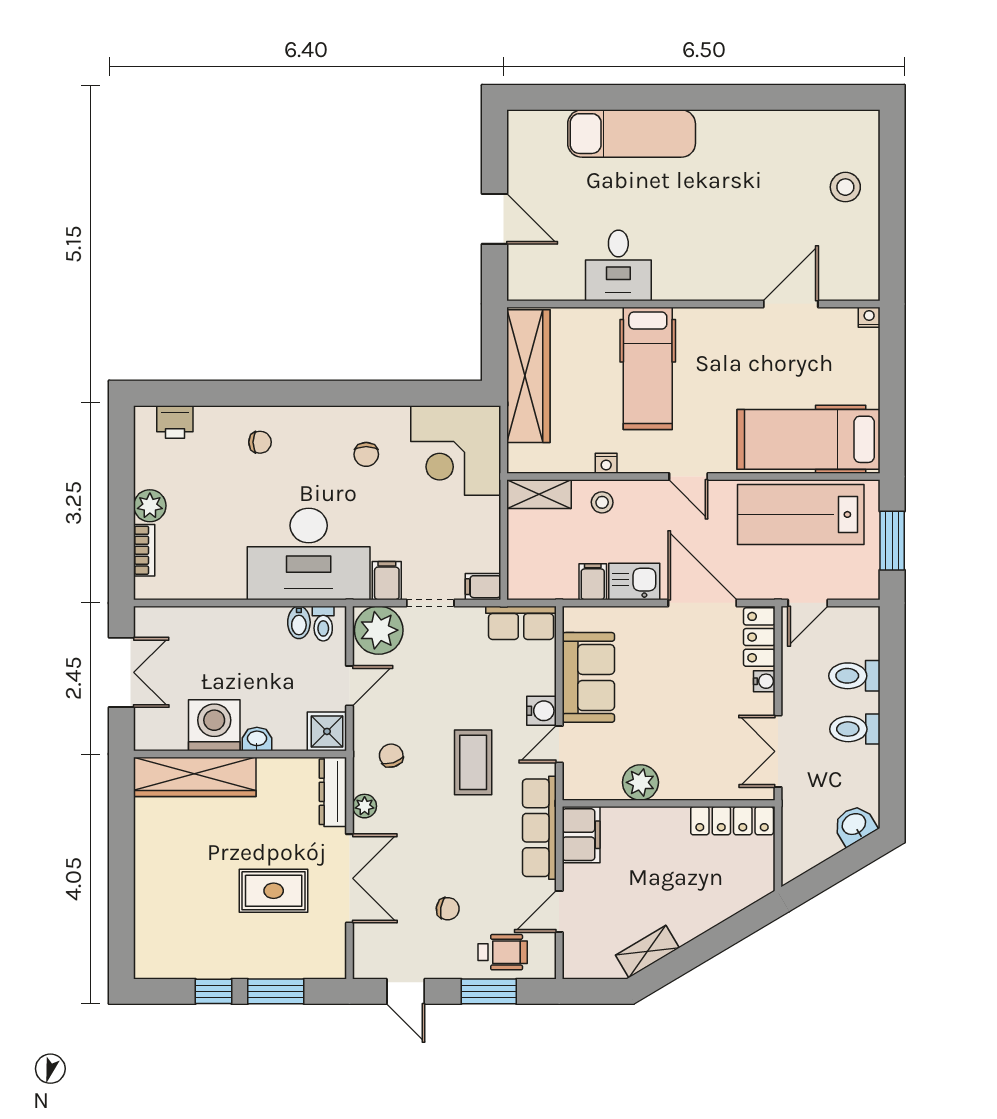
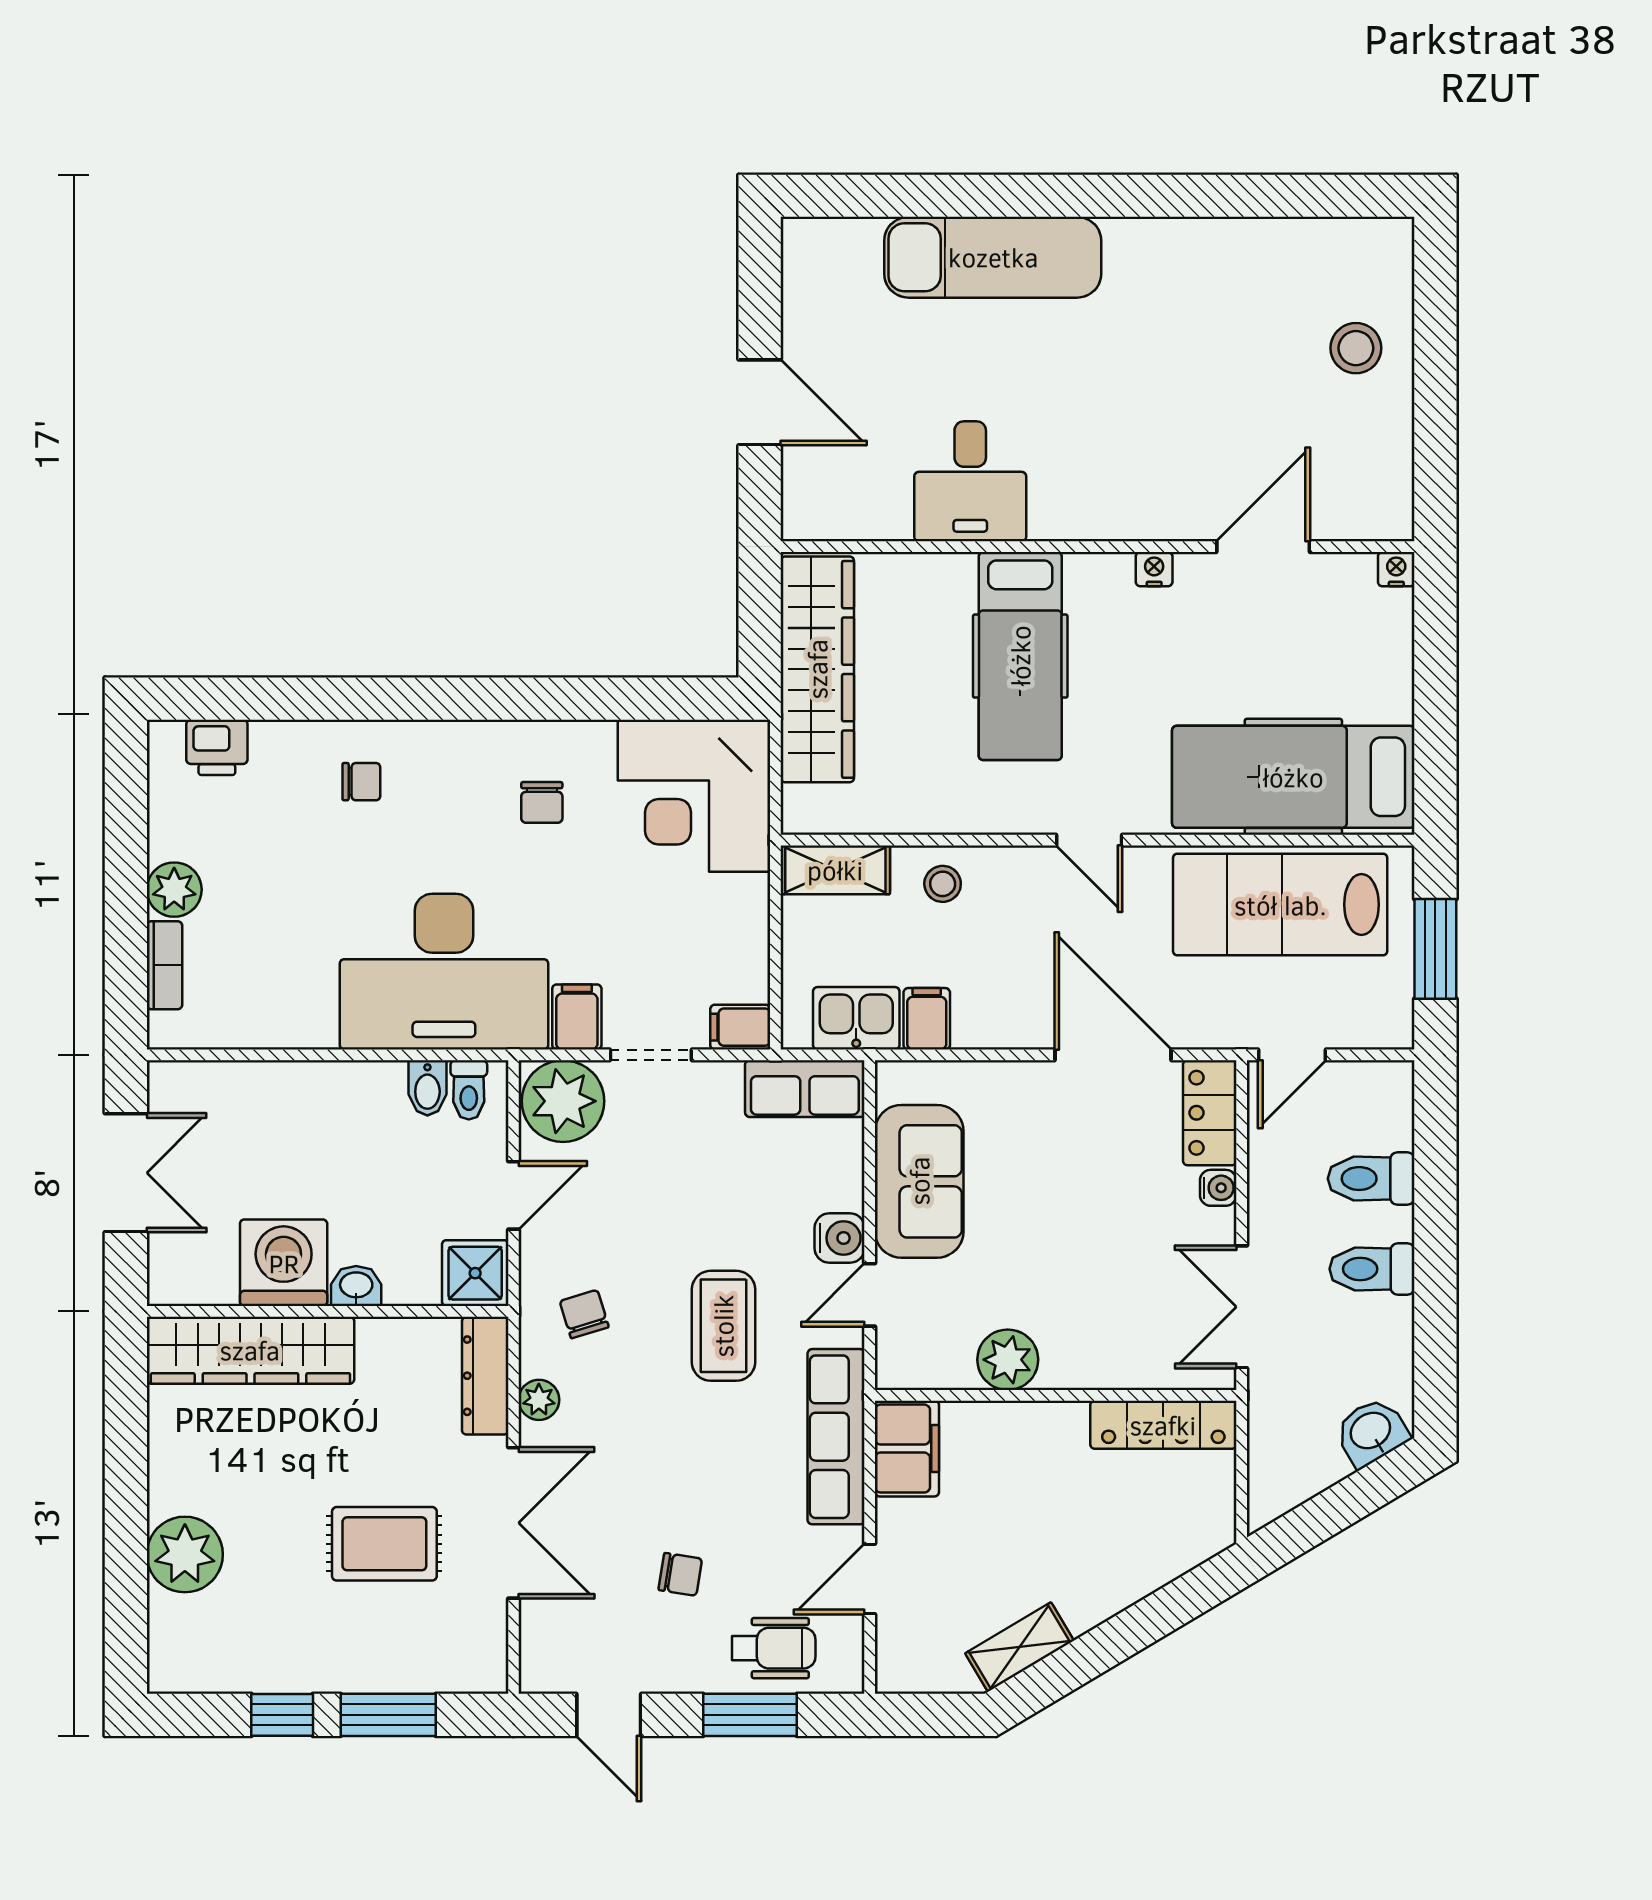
nightstand: (606, 463) -> (1154, 569), moved, turned 180
kitchen sink: (634, 581) -> (856, 1018), moved
plant: (156, 897) -> (185, 1554), added

